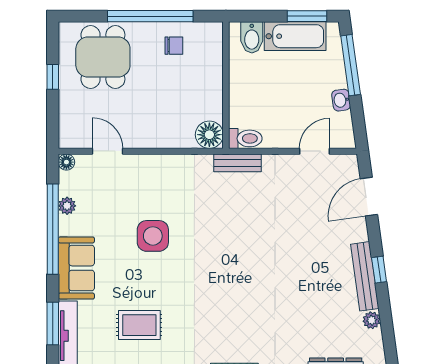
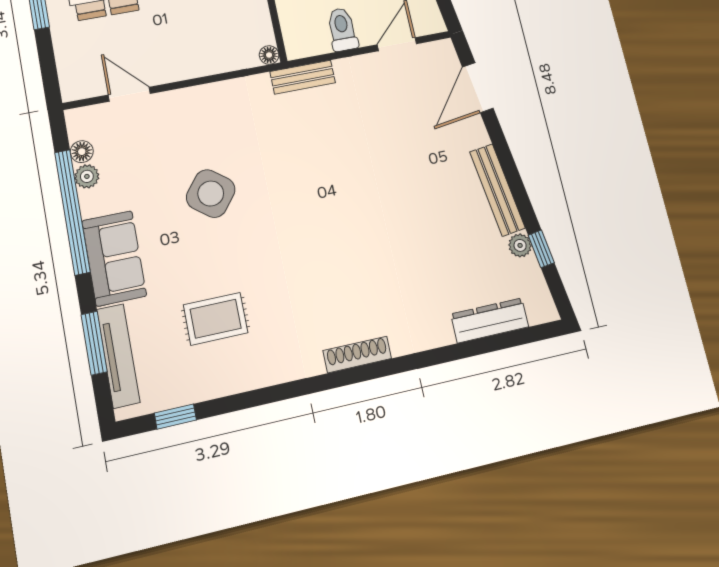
floor lamp: (209, 135) -> (269, 55), width x0.53, depth x0.53
toilet: (245, 138) -> (342, 29), moved, turned -90
floor lamp: (66, 162) -> (82, 152), moved
side table: (153, 236) -> (211, 193), turned 38
window: (379, 270) -> (541, 249), moved

